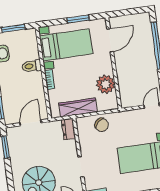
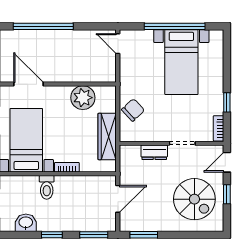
door: (30, 123) -> (118, 199), swing flipped
dresser: (68, 129) -> (154, 152), moved

